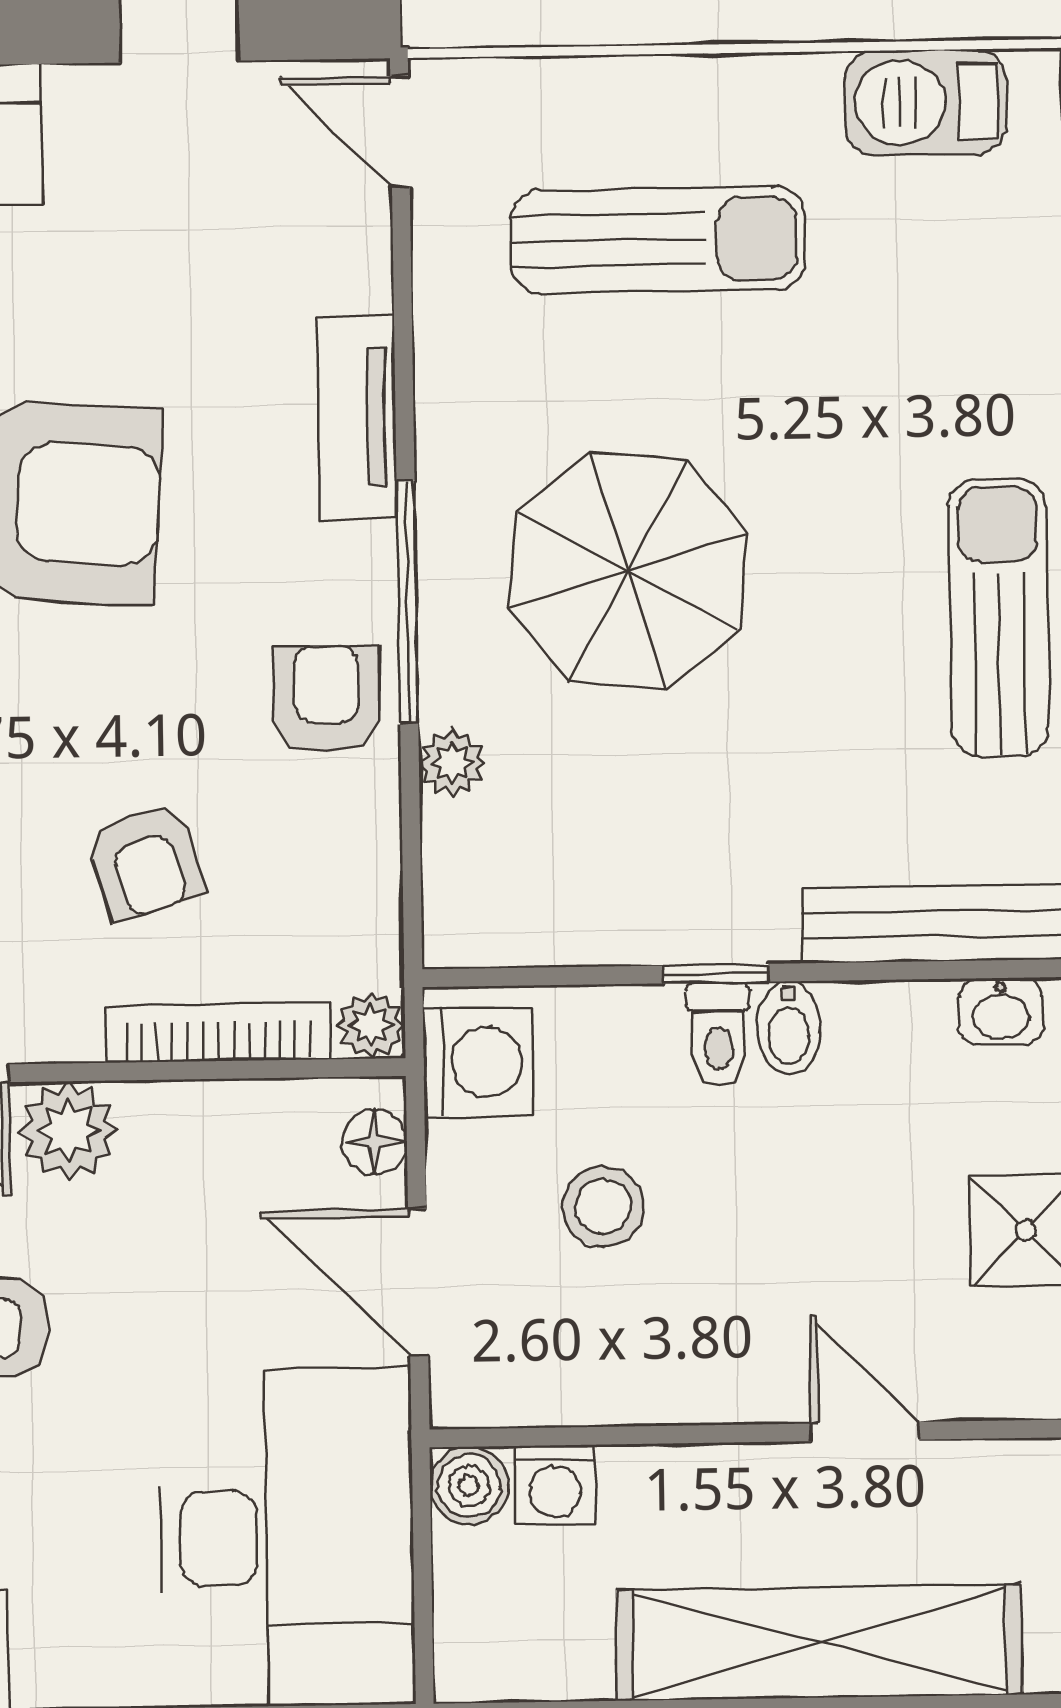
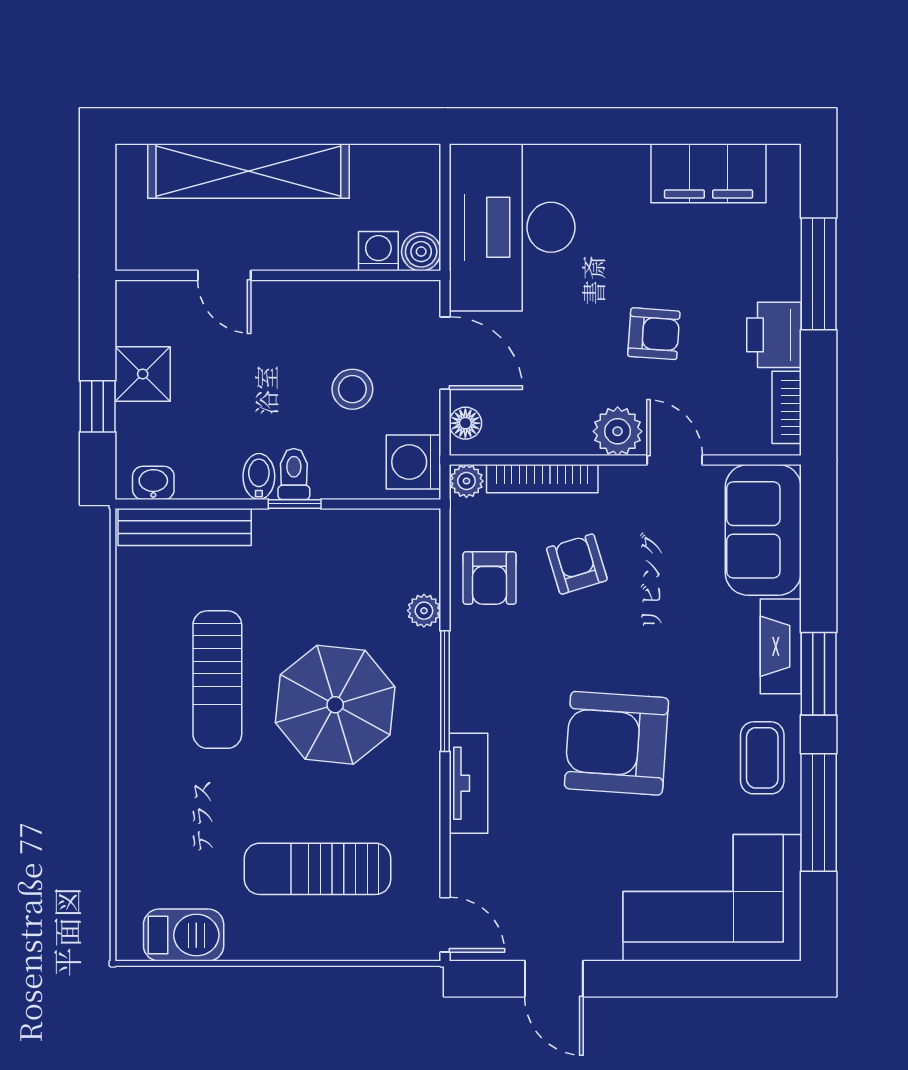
sun lounger: (999, 617) -> (217, 680), moved
armchair: (326, 699) -> (490, 578), moved

